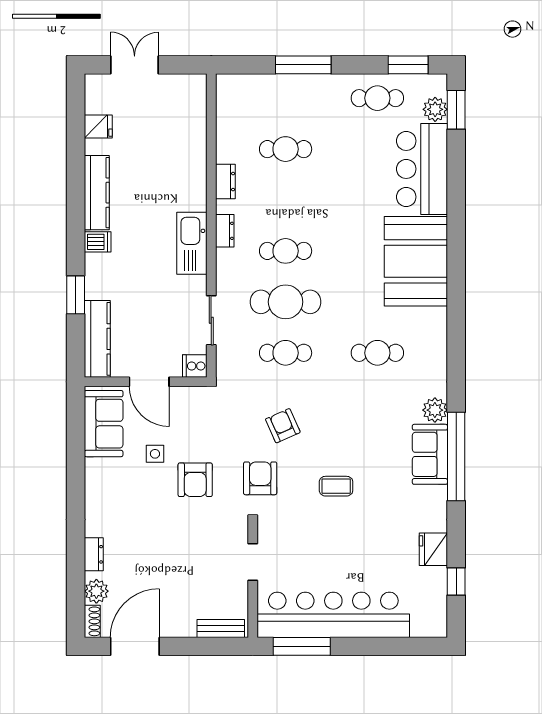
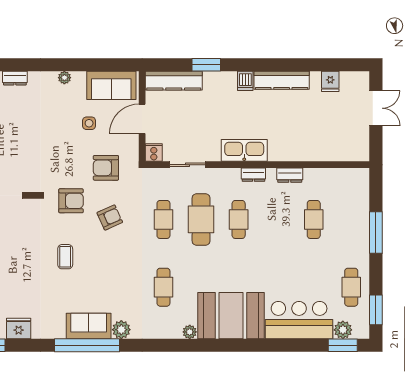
plant: (438, 317) -> (190, 332), added
armchair: (195, 480) -> (106, 168), moved
plant: (93, 487) -> (64, 78), added

